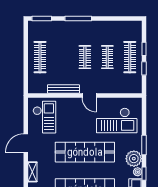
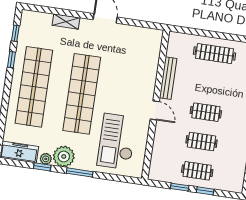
clothes rail: (130, 57) -> (197, 171), width x0.73
door: (89, 96) -> (155, 110), swing flipped
checkout: (44, 117) -> (135, 48), removed

